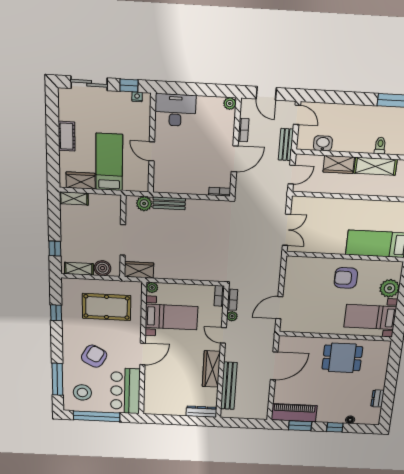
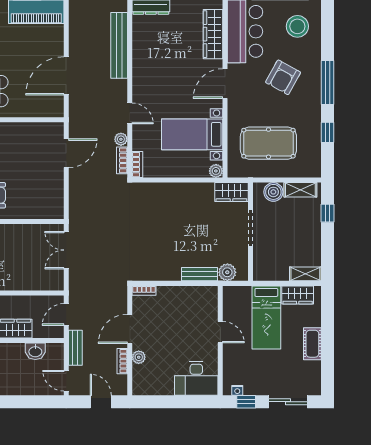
plant: (230, 104) -> (139, 357), moved
wardrobe: (211, 369) -> (213, 34), moved, turned 180
window: (57, 379) -> (328, 82), moved

